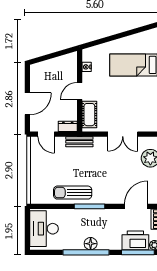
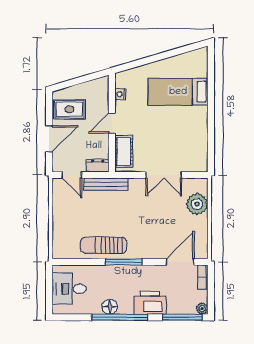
rug: (44, 79) -> (69, 109), added
bench: (79, 142) -> (106, 184), width x1.36
desk: (44, 229) -> (69, 289), width x0.73
printer: (135, 240) -> (150, 303), moved
floor lamp: (91, 244) -> (110, 307), moved

